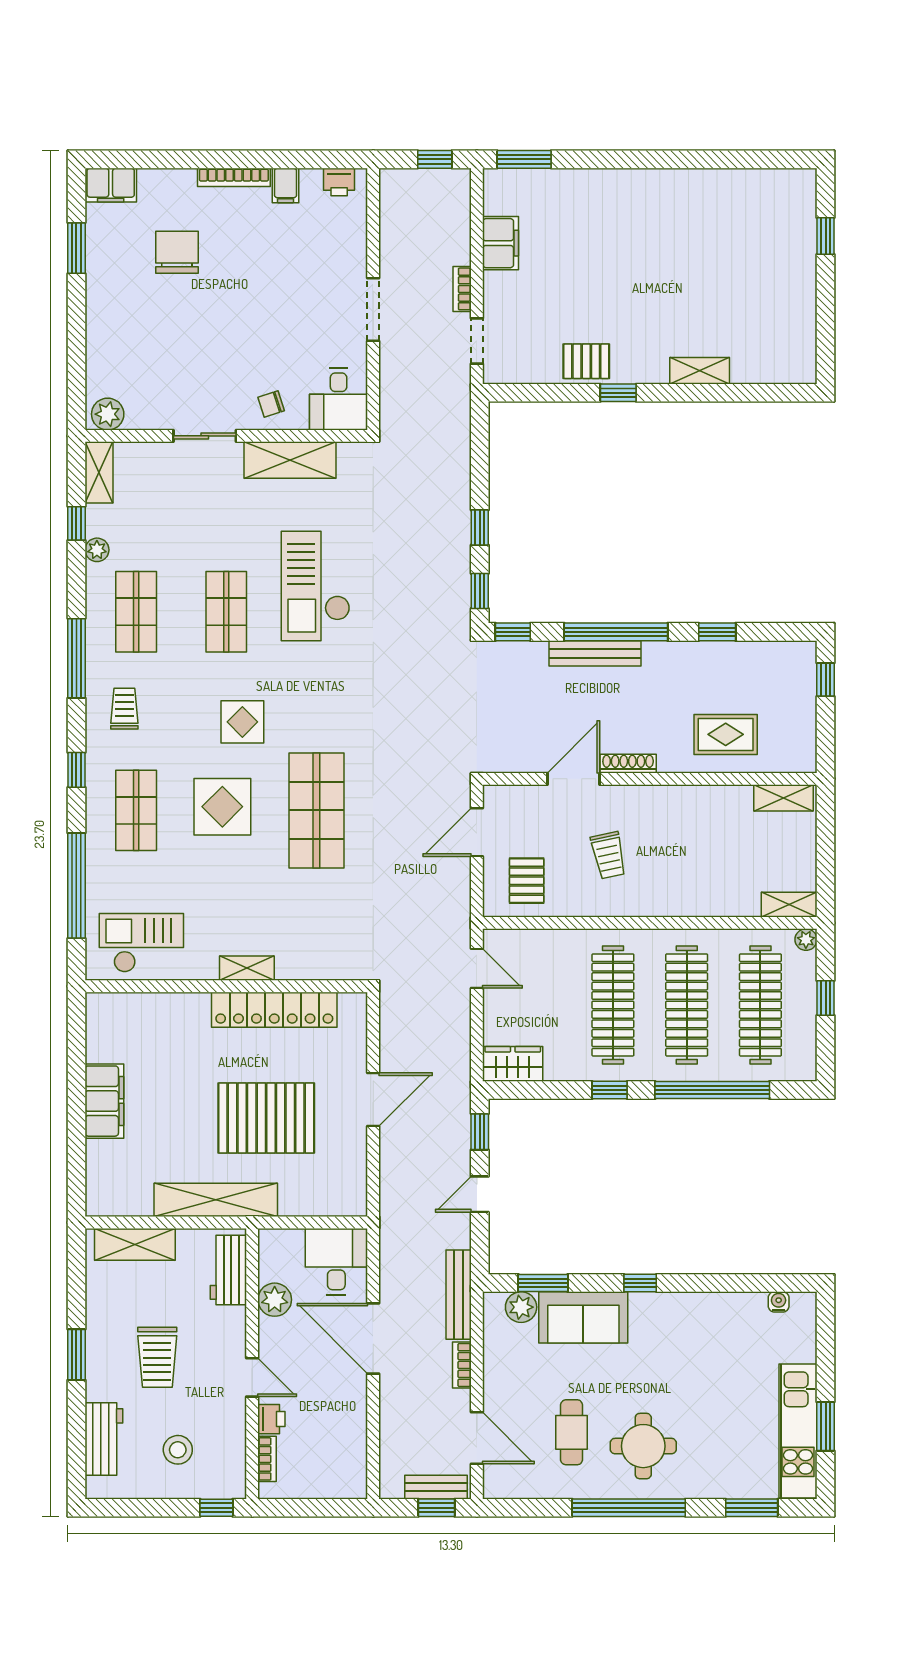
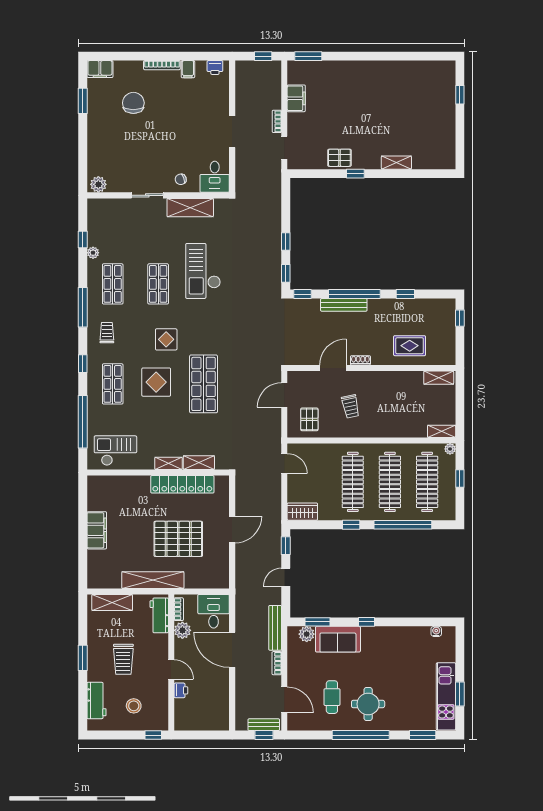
shelving: (99, 472) -> (199, 463), moved, turned 90
shoe rack: (628, 764) -> (360, 360), width x0.70
bookcase: (267, 1459) -> (179, 609), moved

